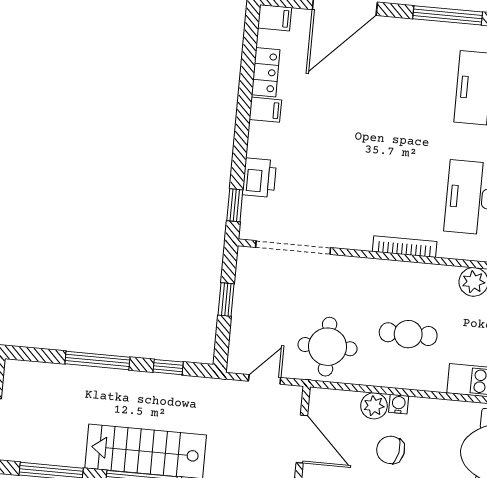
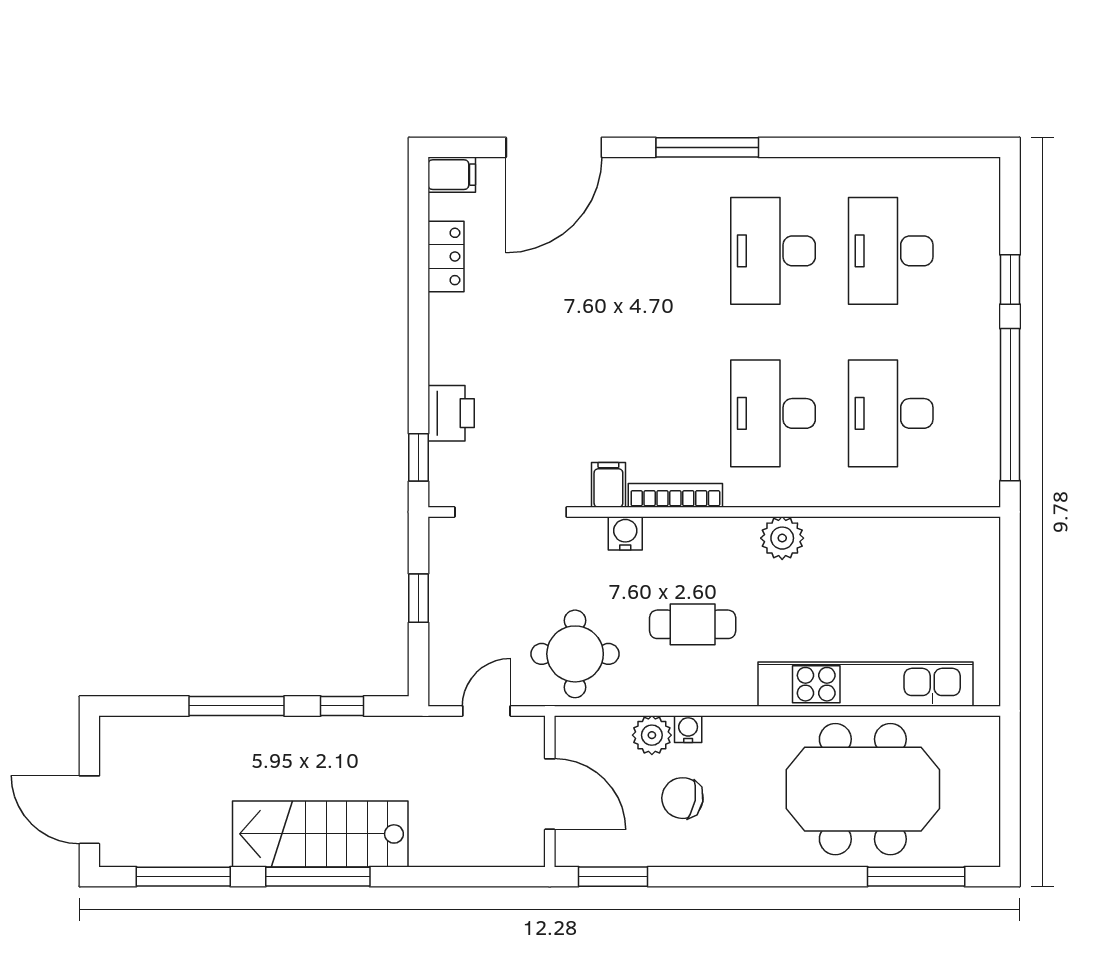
filing cabinet: (265, 110) -> (608, 485), moved, turned -90
water cooler: (369, 269) -> (625, 533), added

